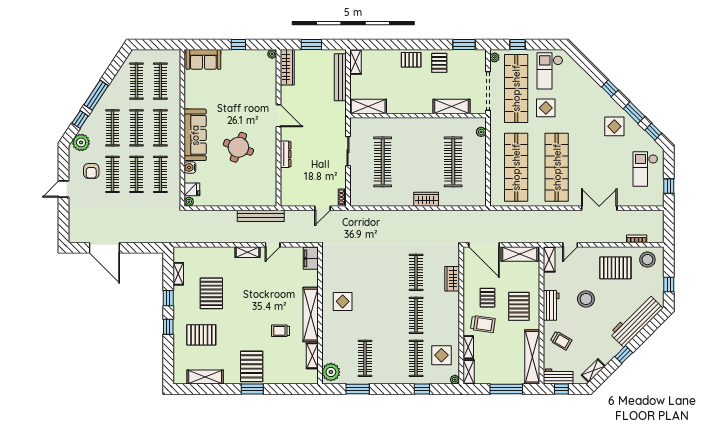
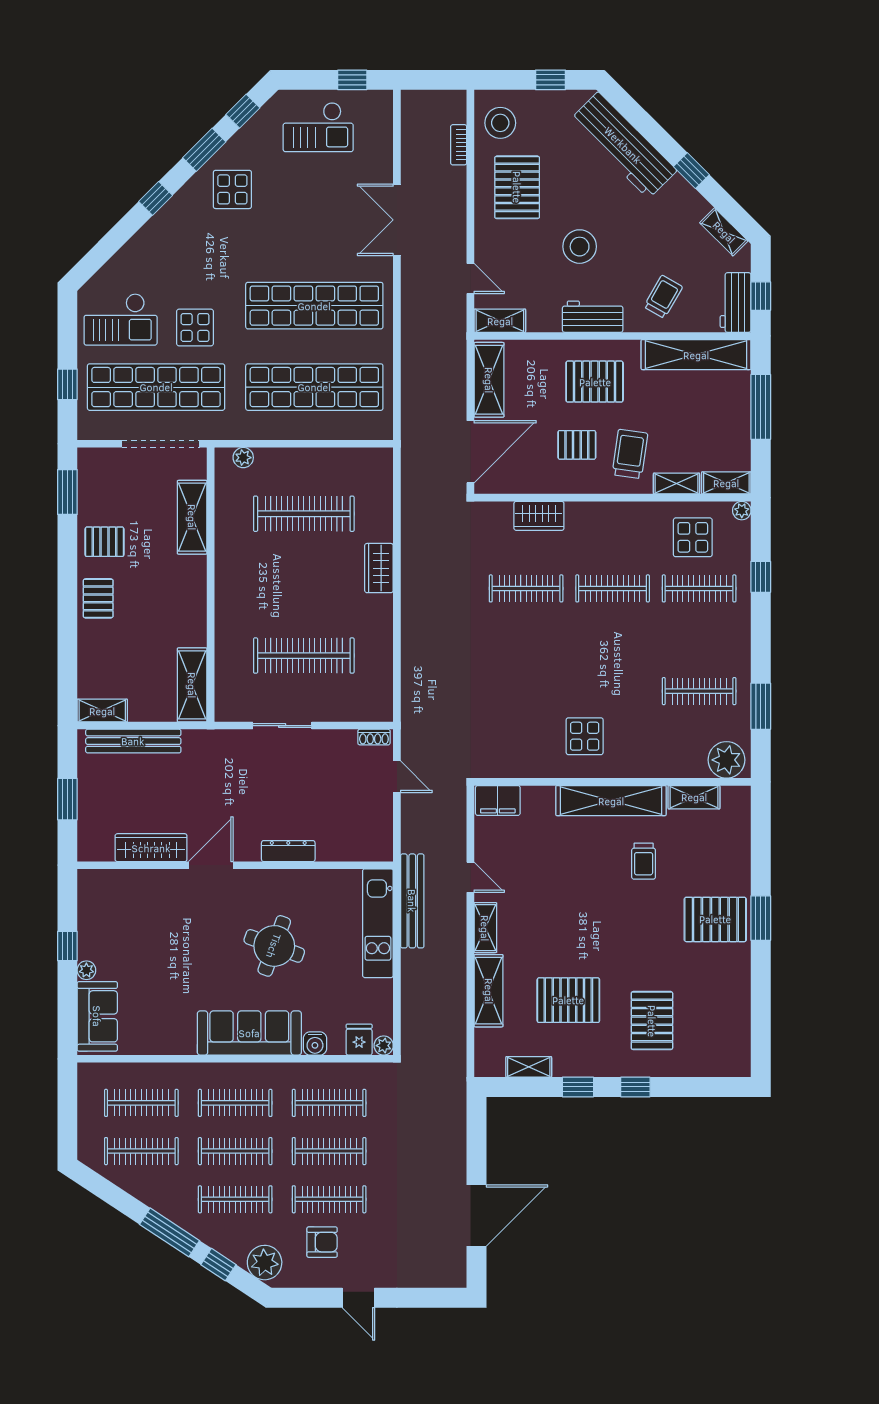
plant: (272, 54) -> (86, 970), moved
plant: (495, 57) -> (93, 431), removed
wardrobe: (287, 67) -> (151, 848), moved
kitchen unit: (250, 199) -> (378, 923), added
shelving: (205, 377) -> (489, 991), moved

